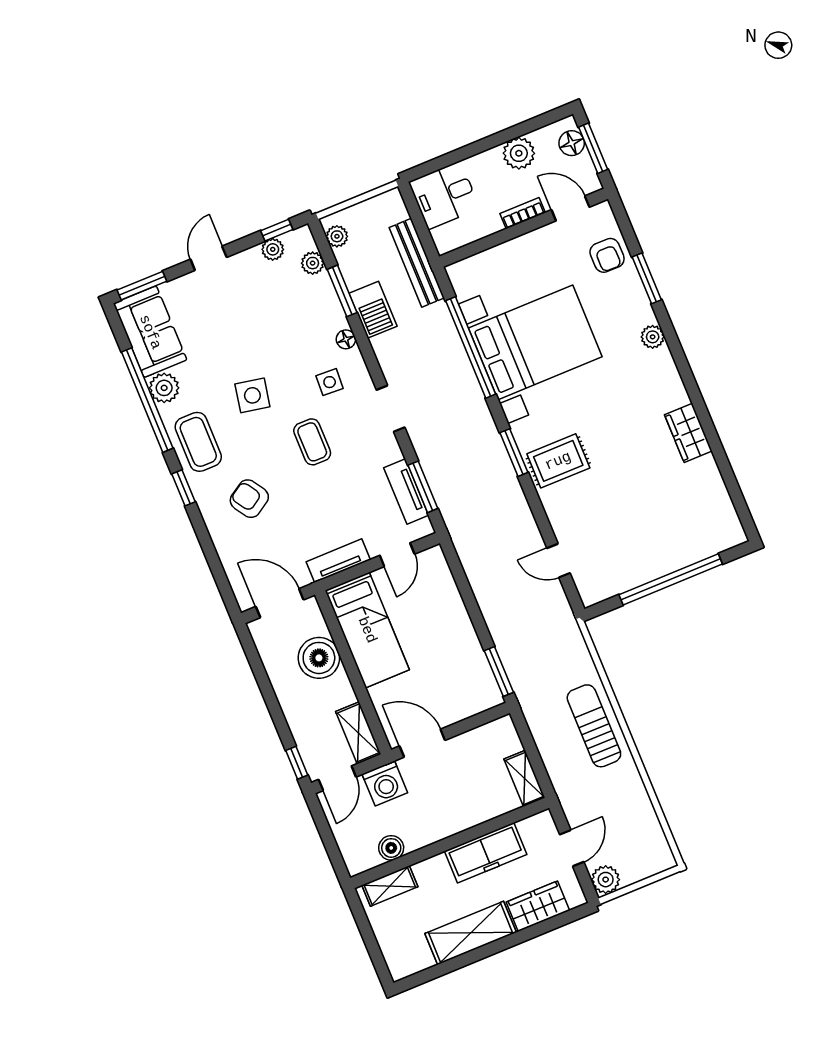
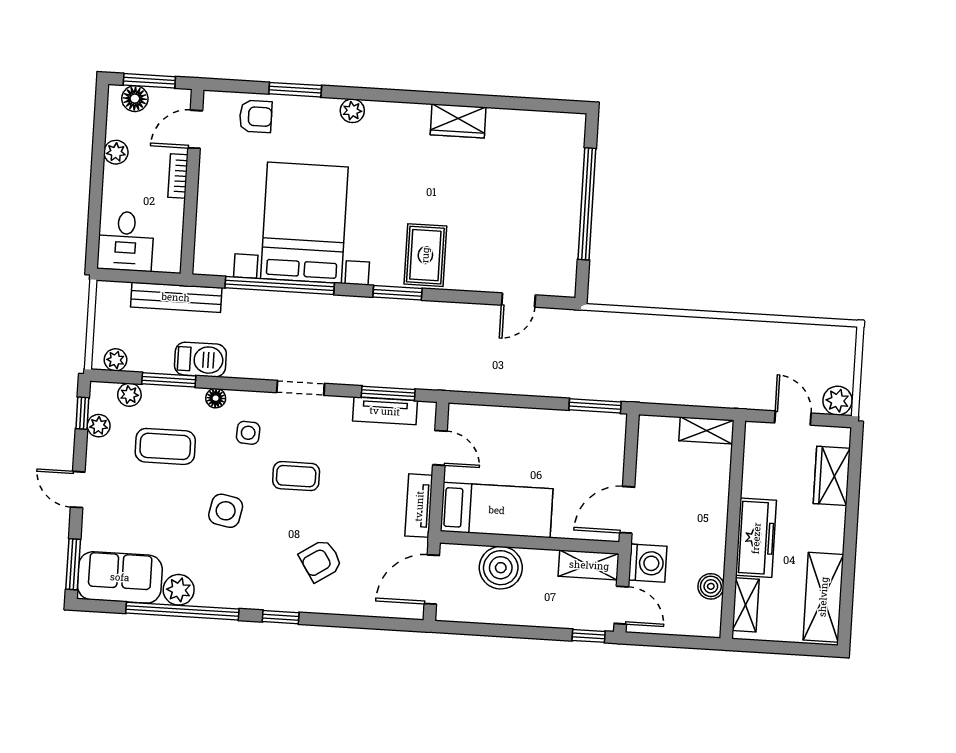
plant: (519, 153) -> (116, 152), width x0.73, depth x0.73
coffee table: (198, 442) -> (165, 446), moved
sun lounger: (594, 726) -> (689, 342), removed
freezer: (486, 853) -> (756, 538), moved
shelving: (471, 933) -> (823, 597), moved

